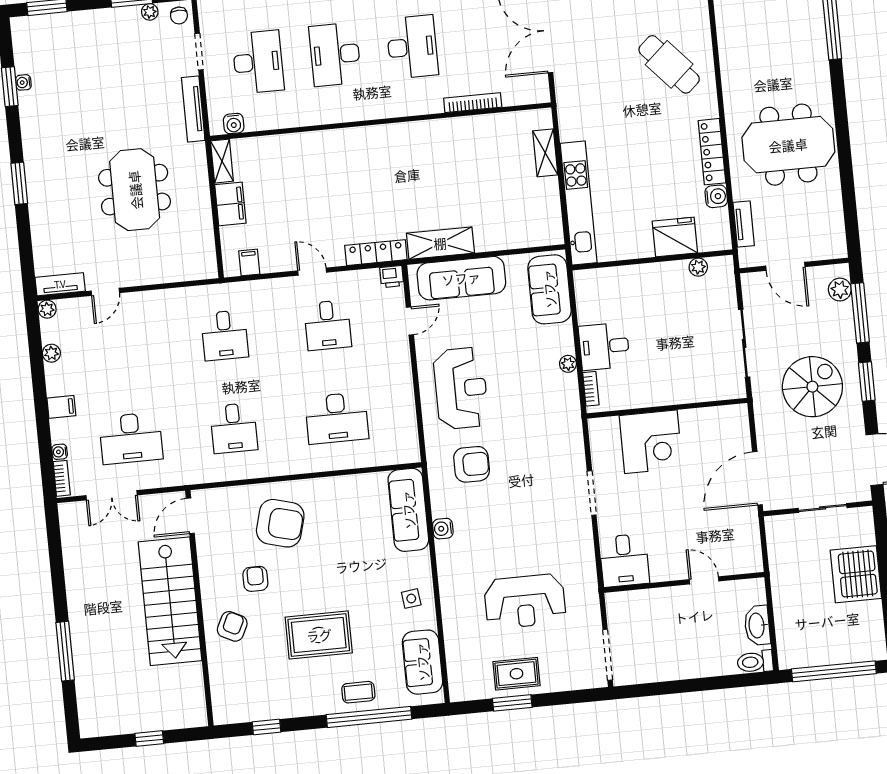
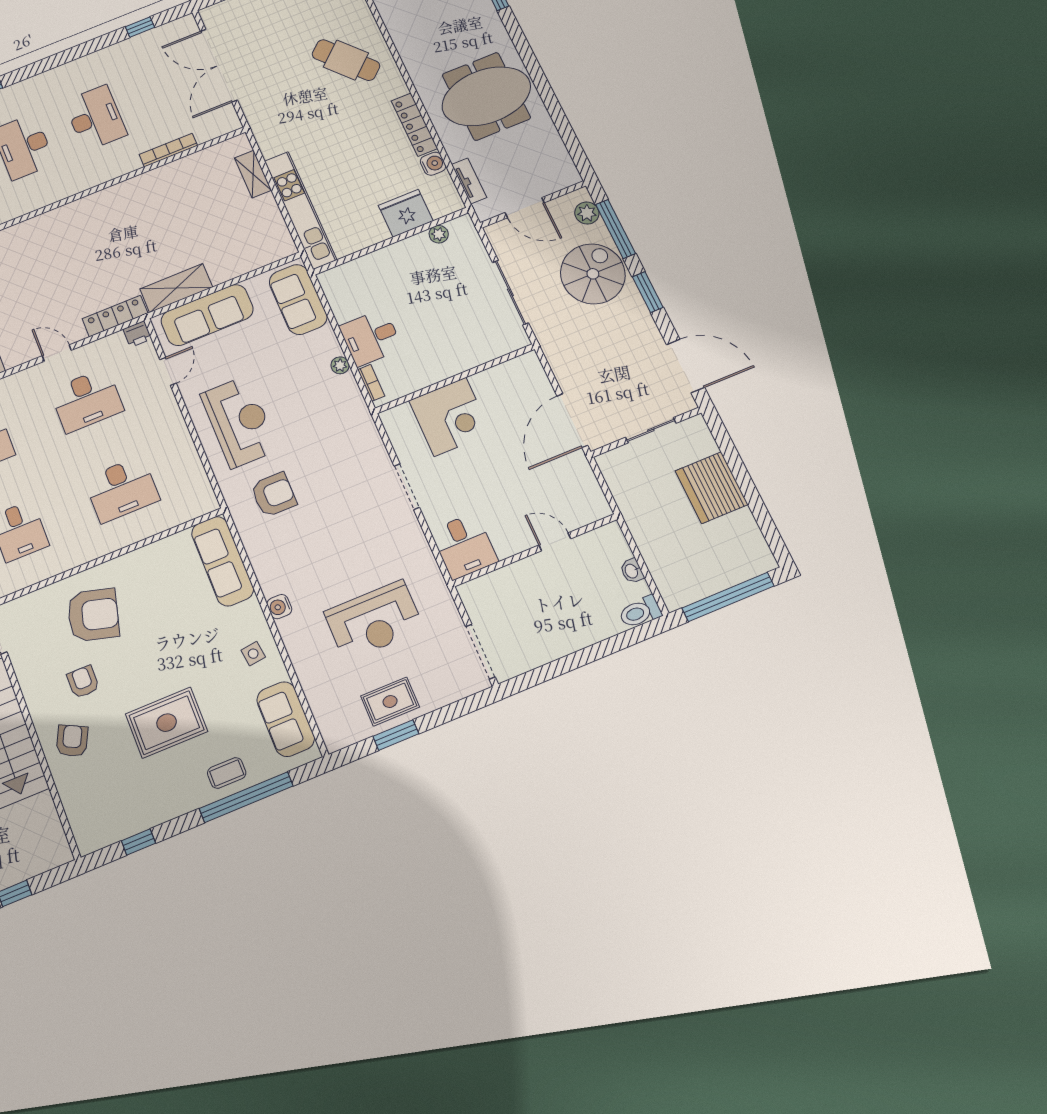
desk: (328, 325) -> (87, 400), width x1.37
spiral stairs: (812, 387) -> (593, 274), moved
water cooler: (443, 529) -> (279, 607), moved
washbasin: (757, 625) -> (632, 571), width x0.52, depth x0.69

